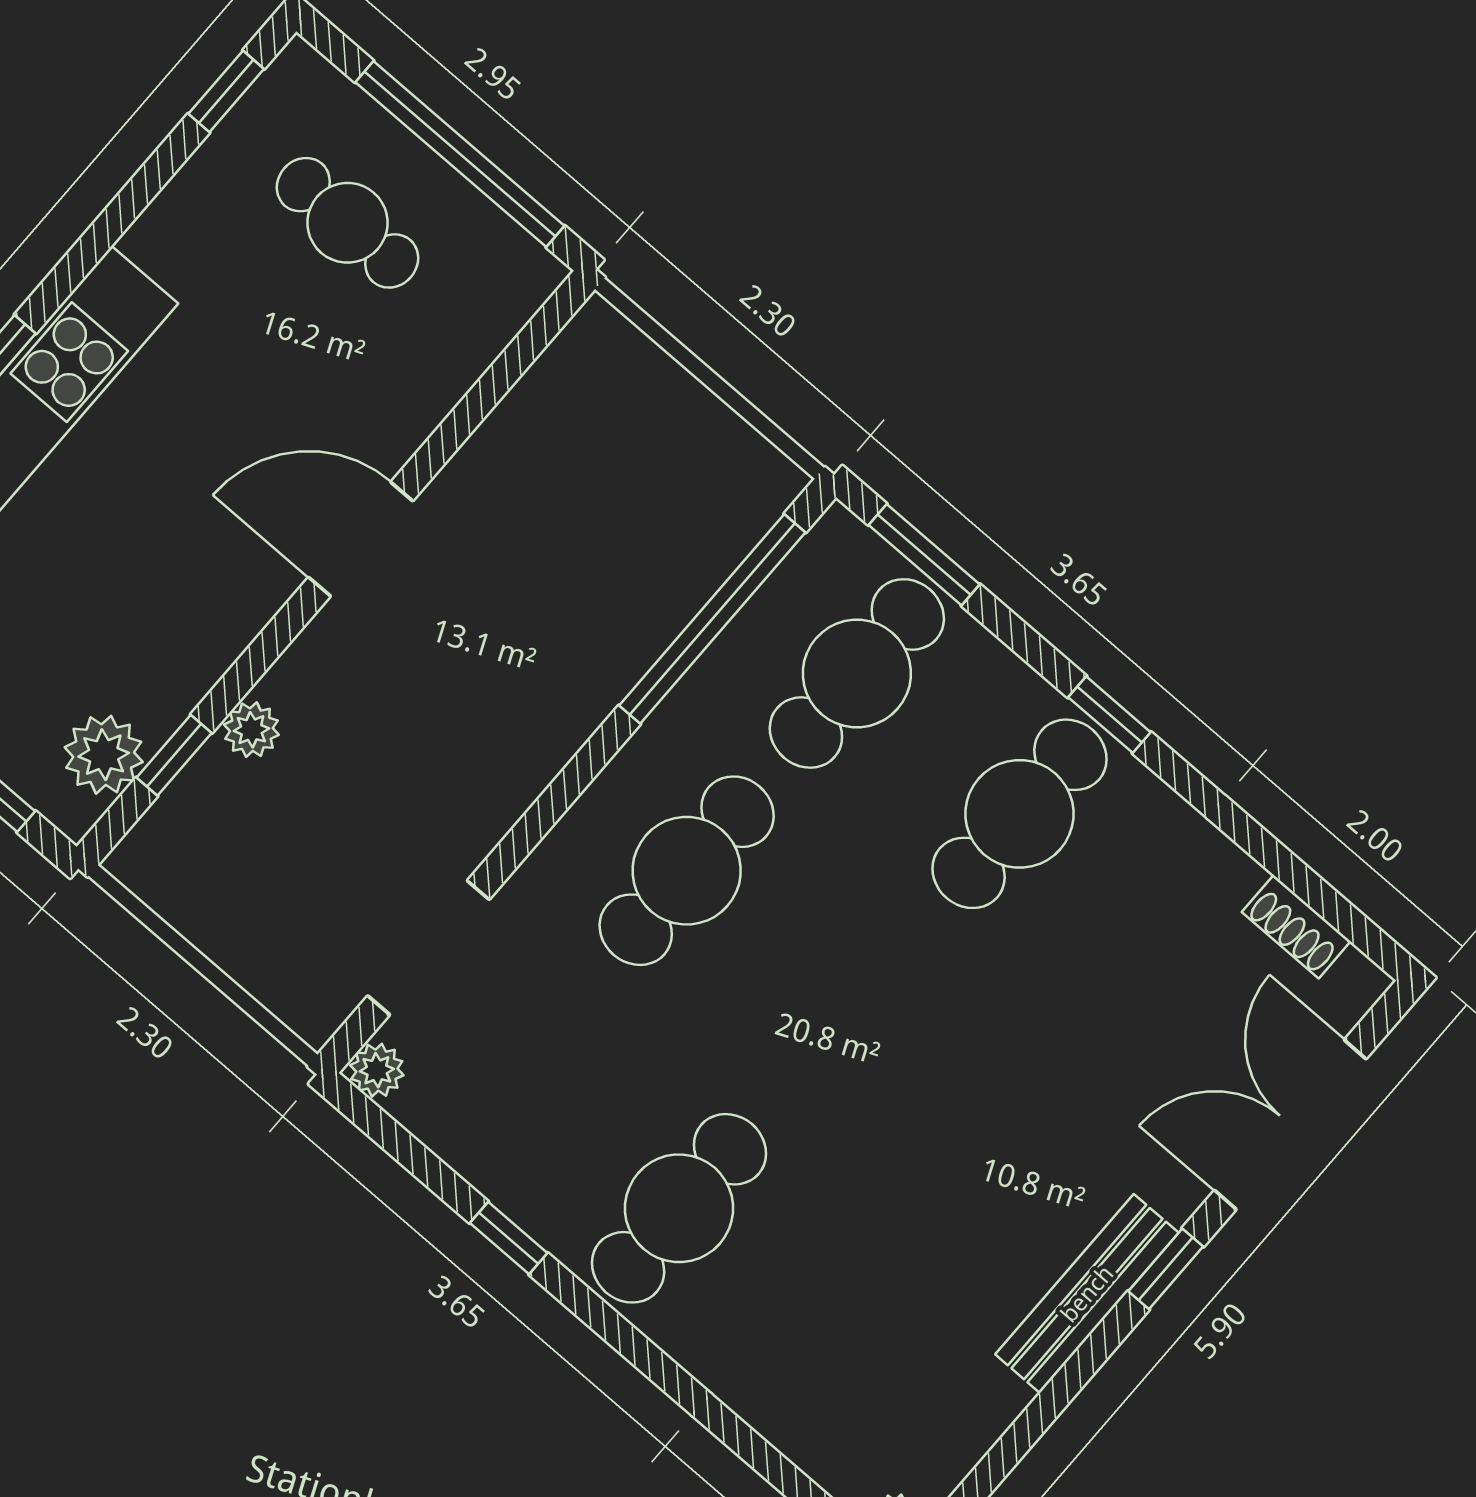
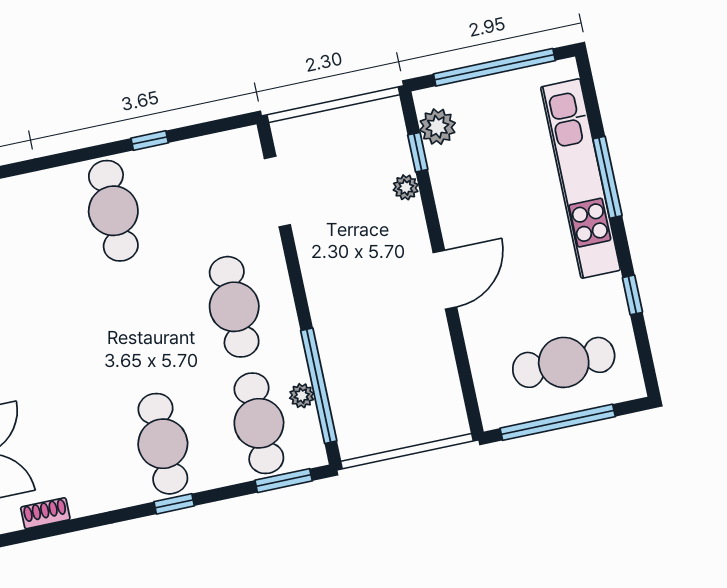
window: (226, 91) -> (632, 295), moved
cafe table: (347, 223) -> (564, 362), width x1.37, depth x1.35
plant: (377, 1070) -> (302, 396), moved

